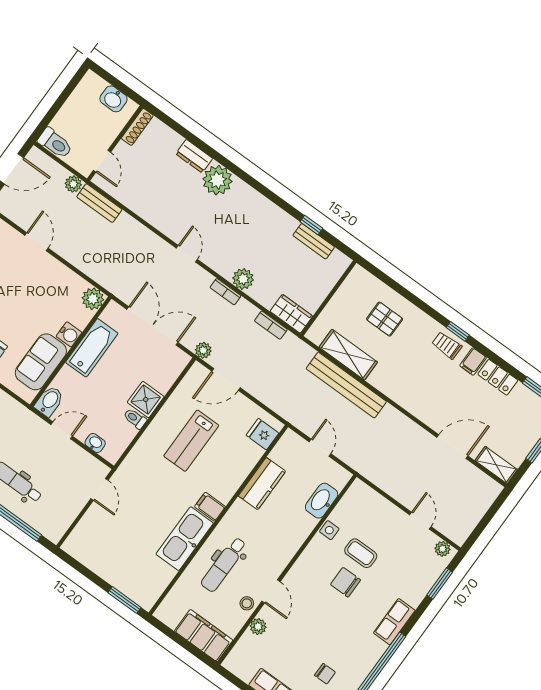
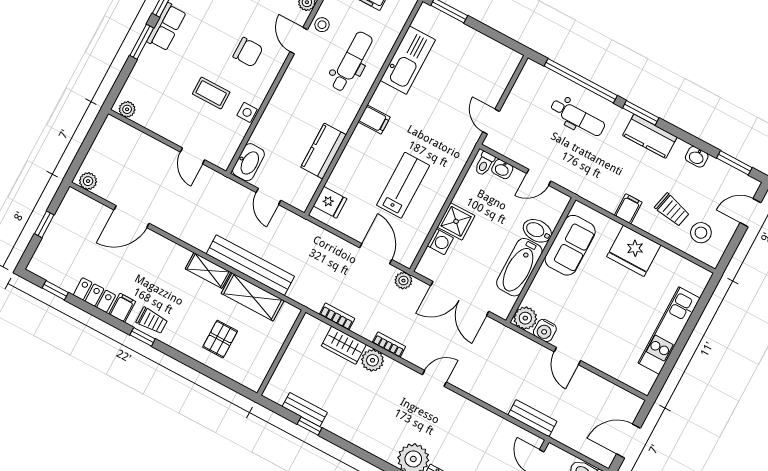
plant: (73, 184) -> (88, 181), moved
door: (36, 242) -> (567, 356), moved
door: (187, 254) -> (434, 378), swing flipped
wardrobe: (291, 314) -> (344, 345), moved
pallet: (385, 319) -> (220, 339), turned 90
water cooler: (69, 334) -> (545, 330), moved, turned -90
door: (226, 379) -> (376, 254), hinge flipped
washing machine: (163, 382) -> (440, 242), added
bidet: (49, 401) -> (537, 231), moved, turned 90
toilet: (135, 419) -> (484, 164), moved, turned 90
shelving: (496, 465) -> (208, 270), moved
washbasin: (322, 501) -> (248, 162), moved
door: (420, 521) -> (193, 156), moved
kitchen sink: (185, 539) -> (408, 60), moved
chair: (346, 582) -> (248, 52), moved
window: (440, 584) -> (142, 42), moved

